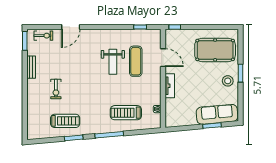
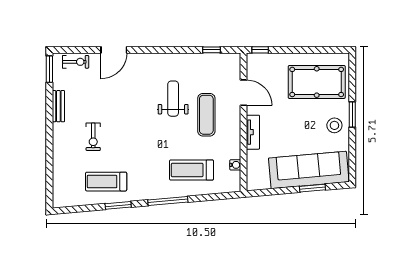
exercise mat: (136, 61) -> (206, 115), moved
weight bench: (113, 62) -> (173, 99), turned 180
sofa: (217, 114) -> (309, 170), width x1.36, depth x1.27
treadmill: (65, 121) -> (106, 182), turned 180

